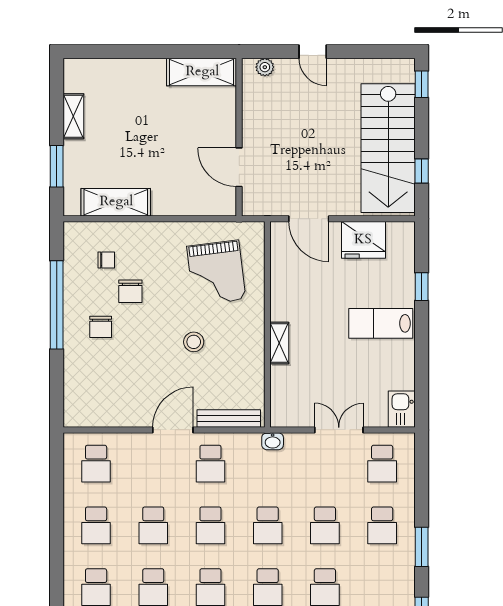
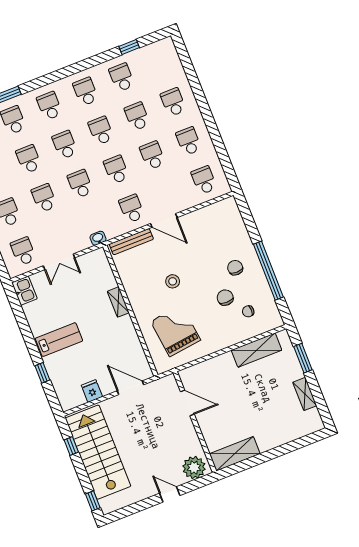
plant: (265, 67) -> (194, 468), width x1.87, depth x1.87
fridge: (363, 240) -> (92, 391), width x0.53, depth x0.75
door: (173, 430) -> (164, 221), hinge flipped

